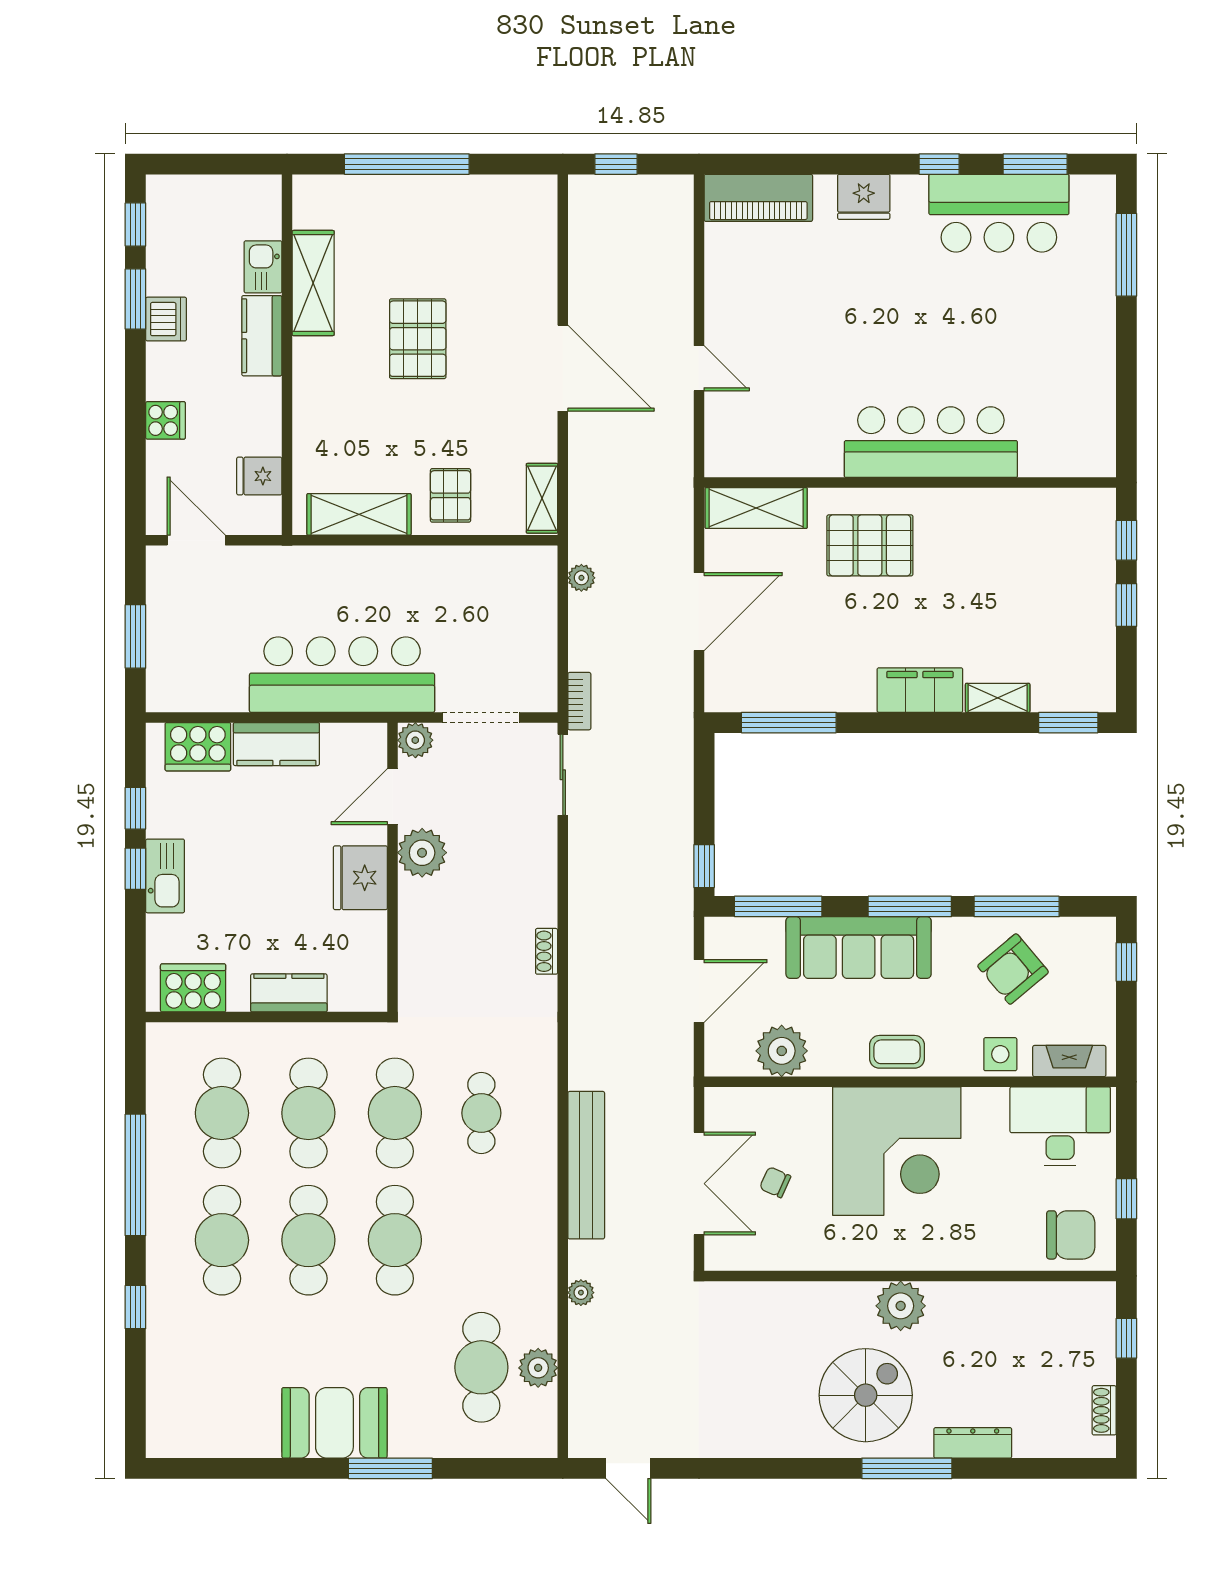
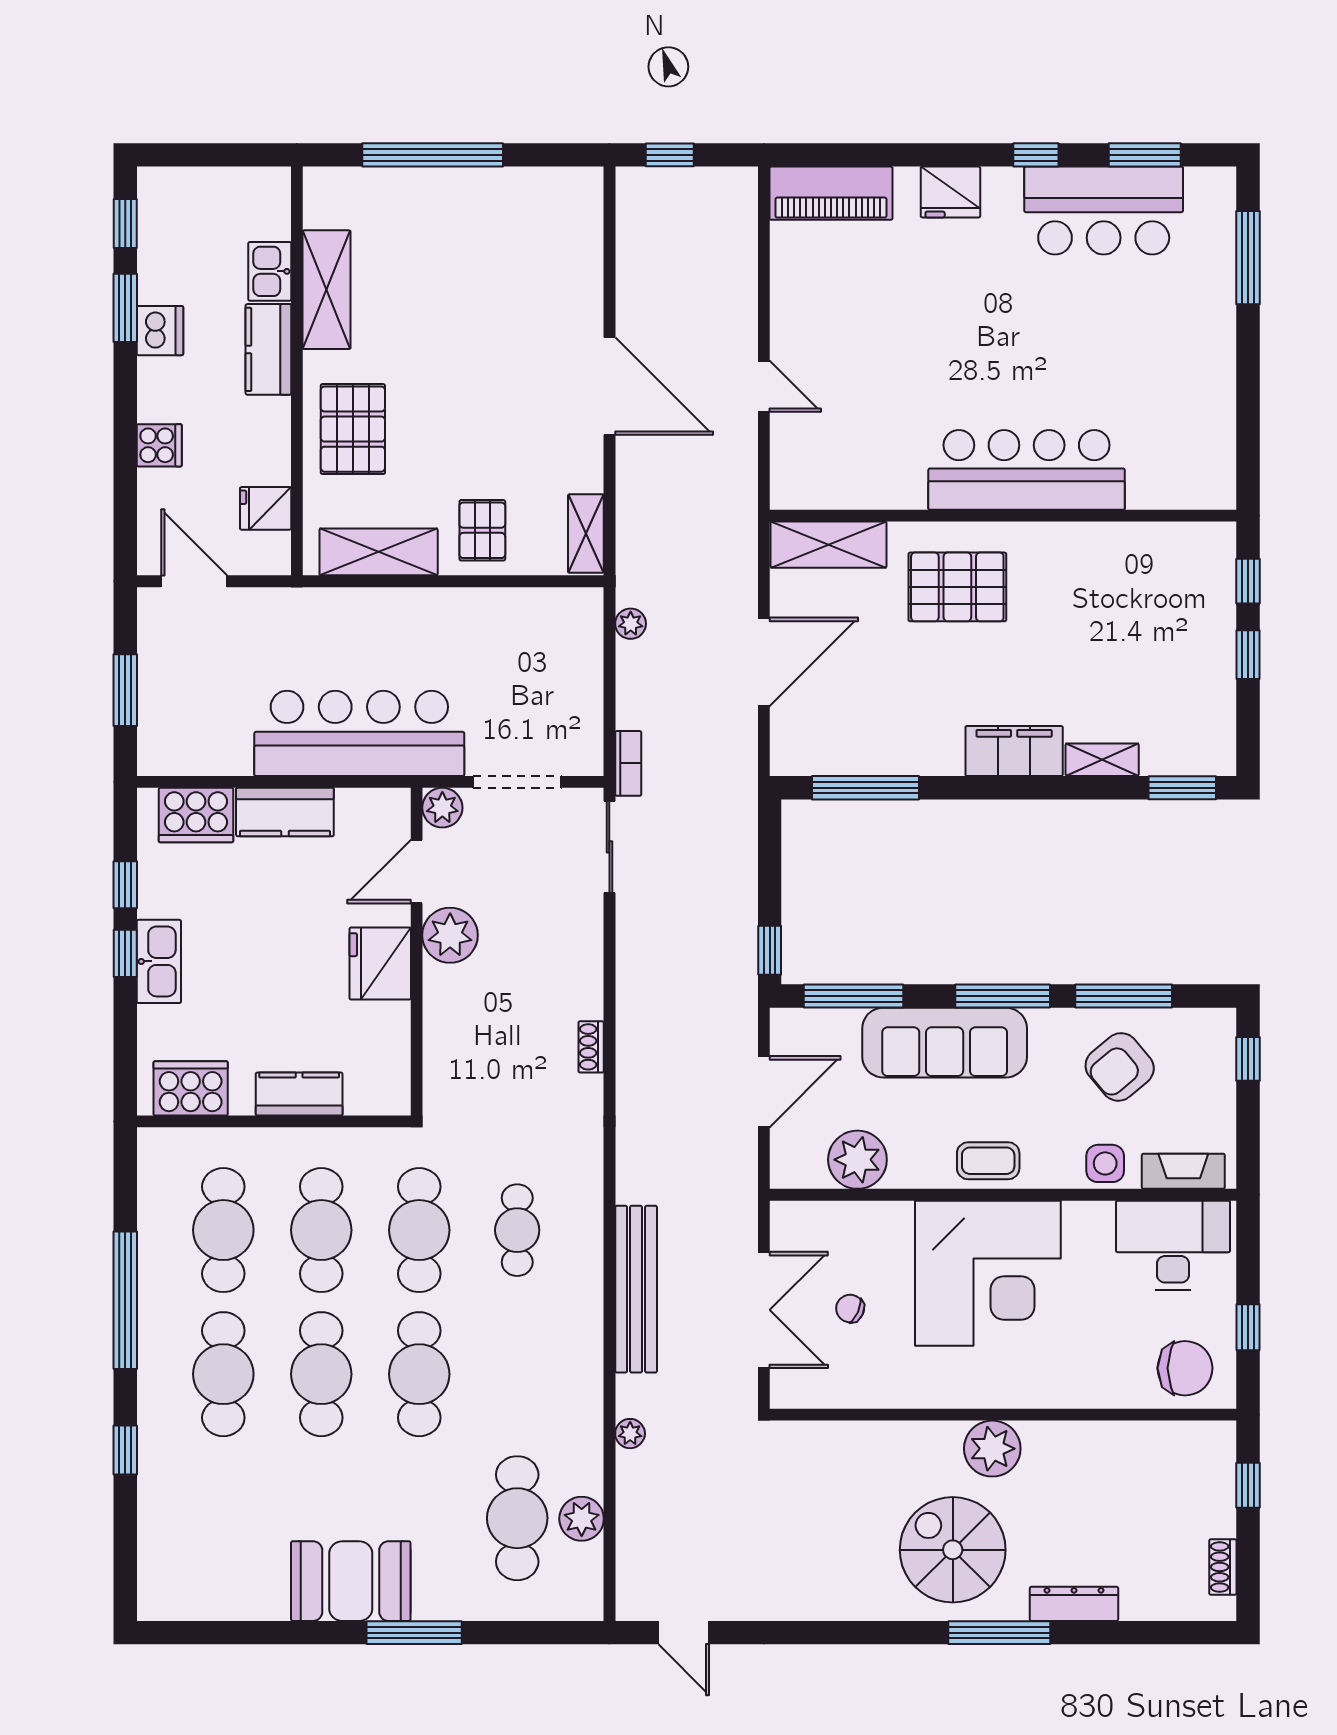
pallet: (418, 339) -> (353, 429), moved
spiral stairs: (866, 1395) -> (953, 1550), turned -90

